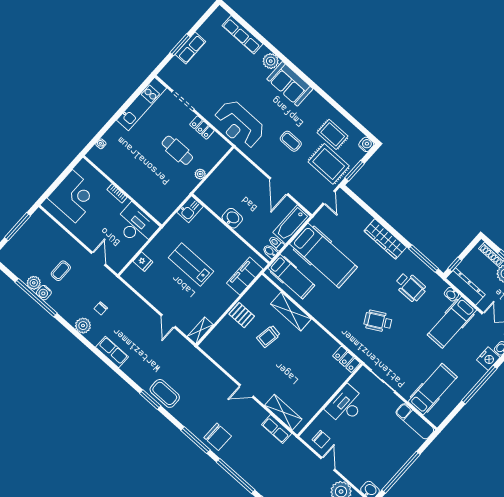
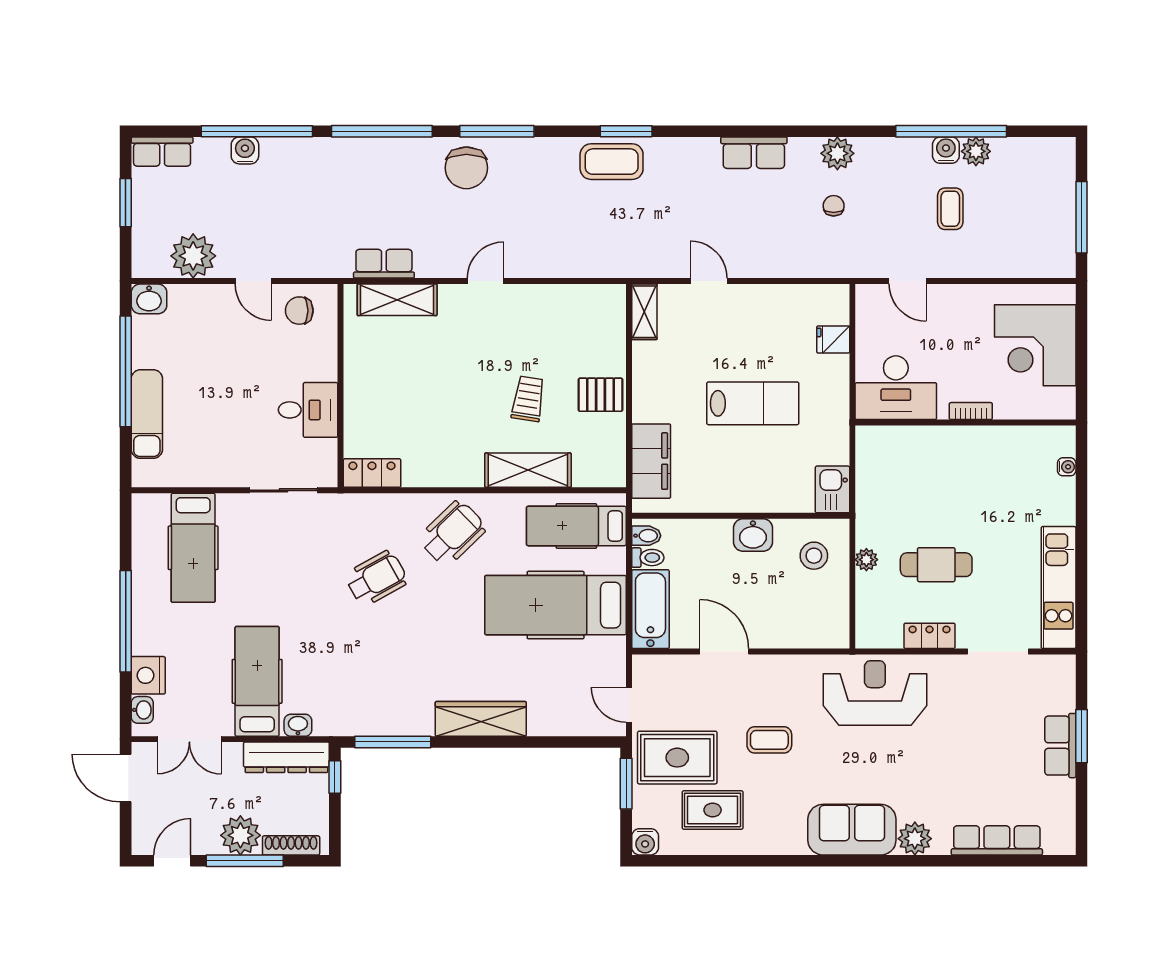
stool: (217, 192) -> (814, 556), added
wheelchair: (410, 287) -> (452, 533), moved, turned 136
desk: (346, 405) -> (308, 410), width x0.73
exam couch: (415, 421) -> (147, 414), moved, turned 90
chair: (218, 437) -> (466, 168), turned -90

